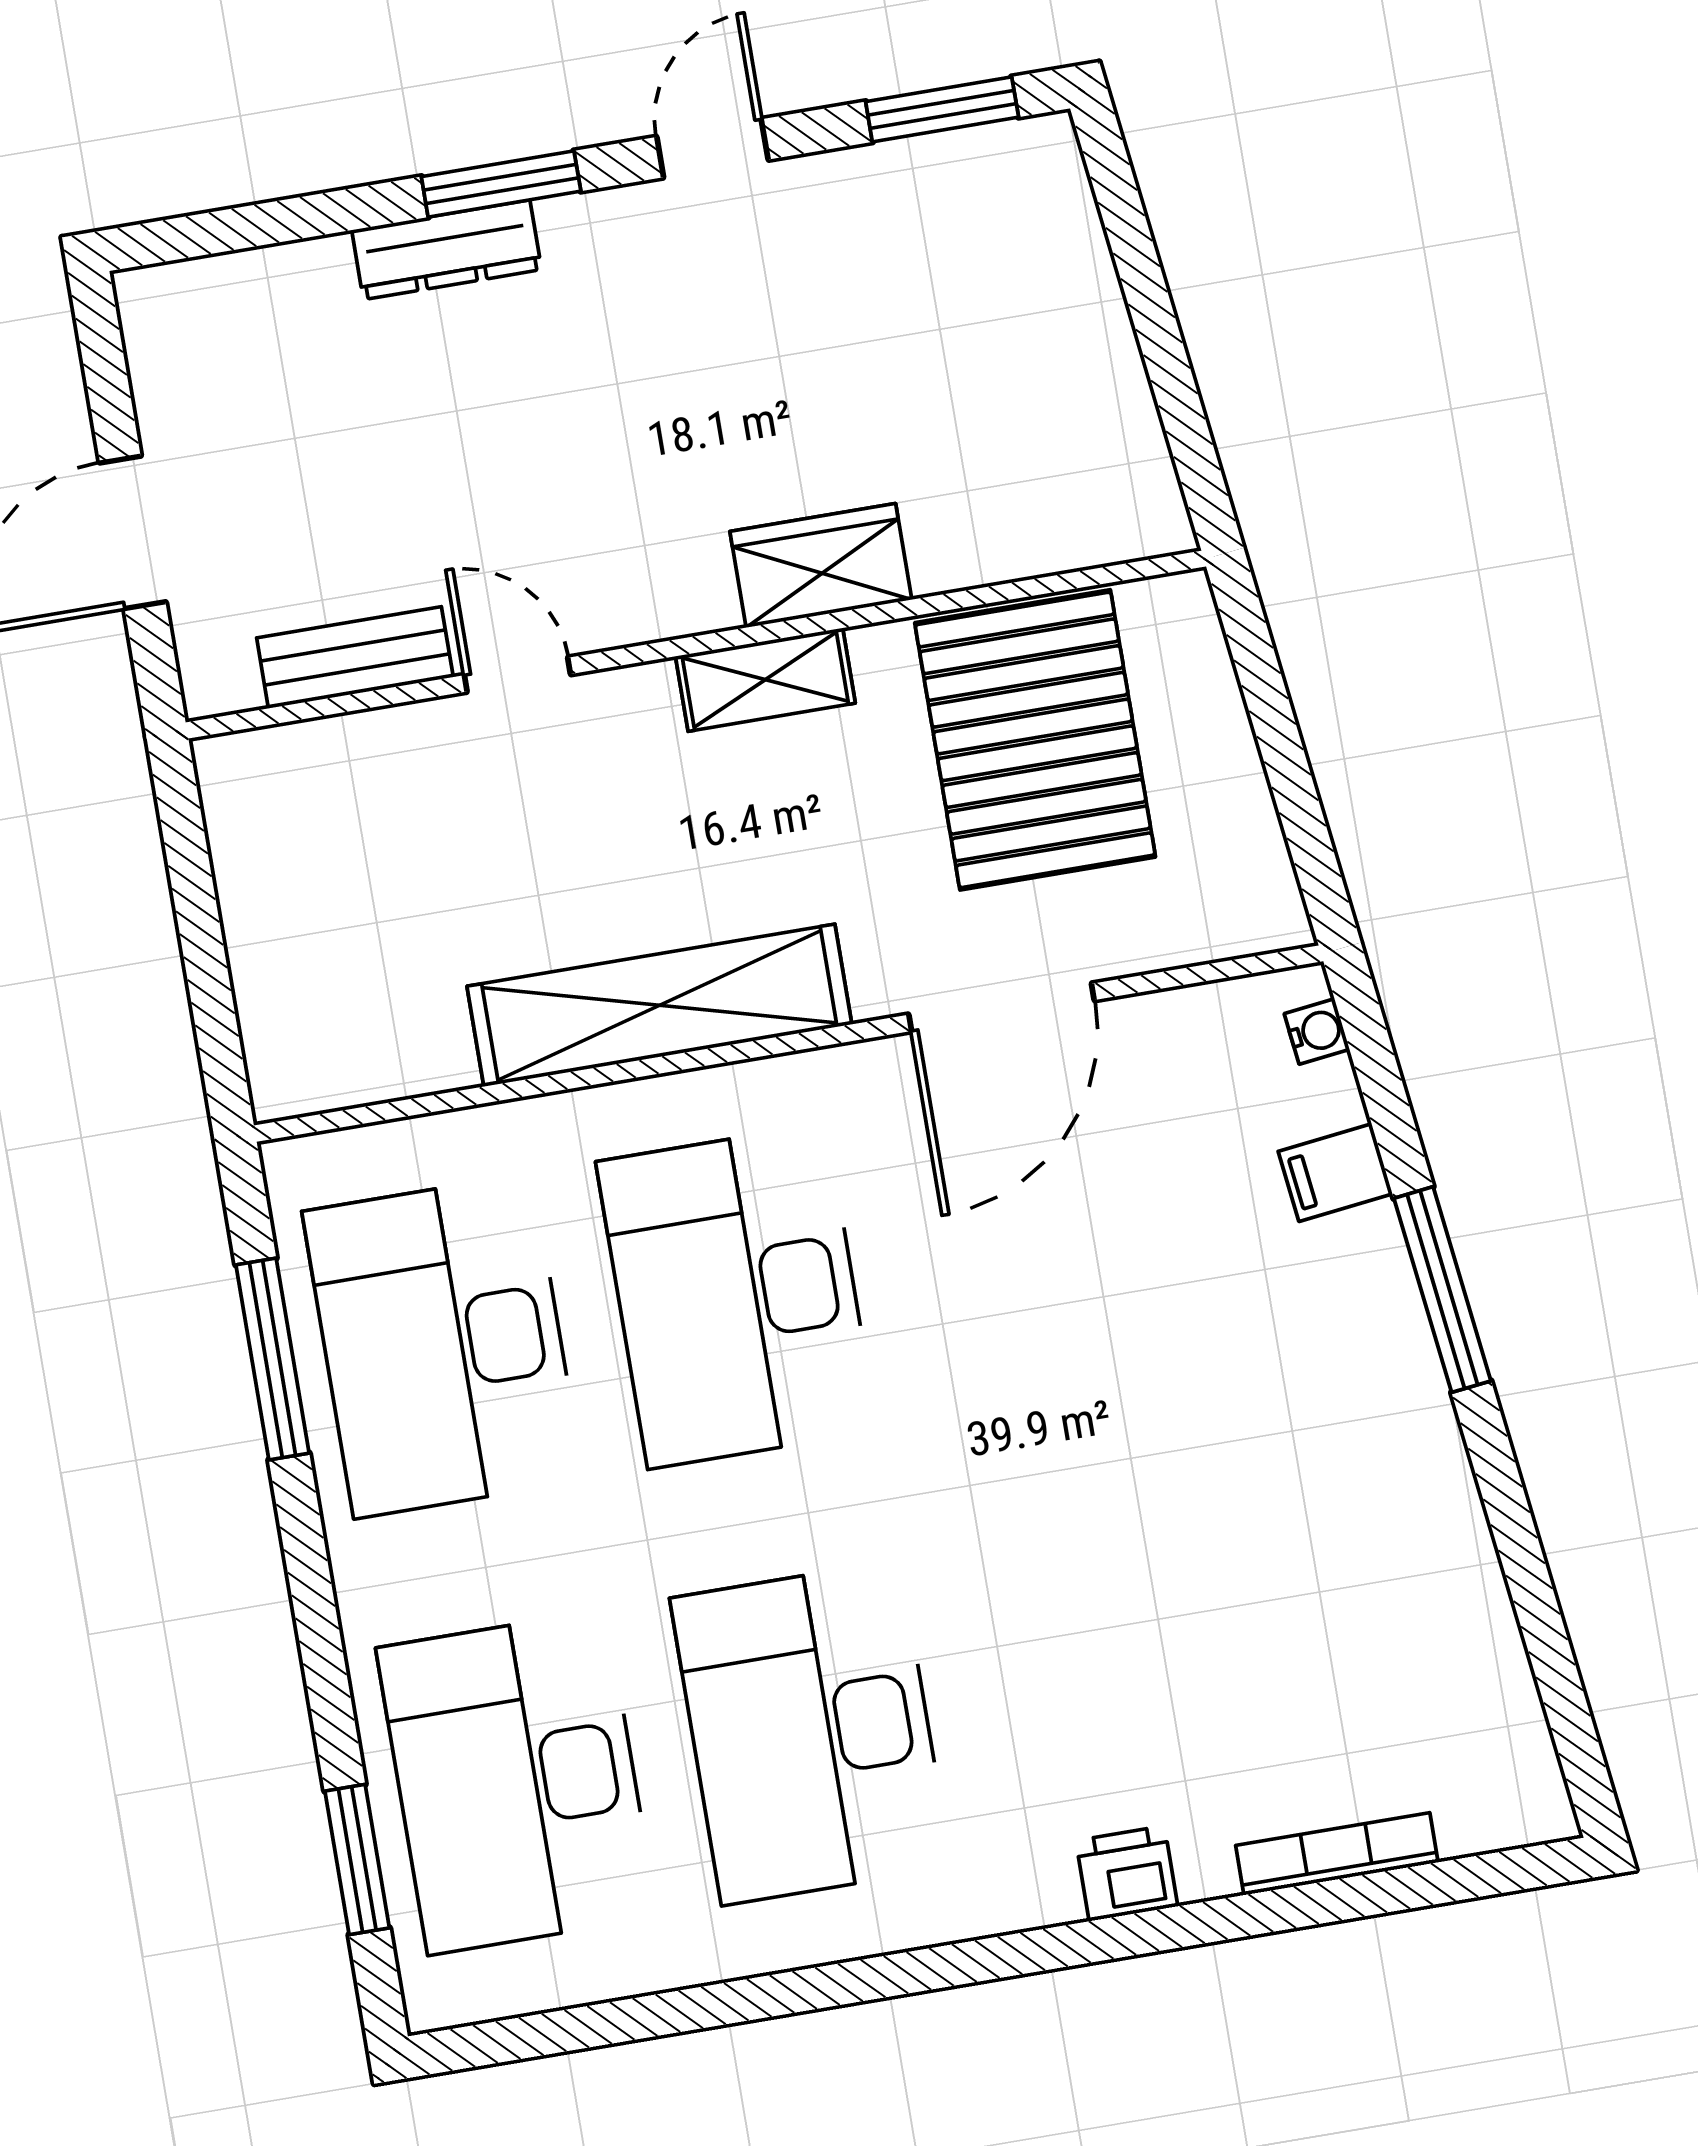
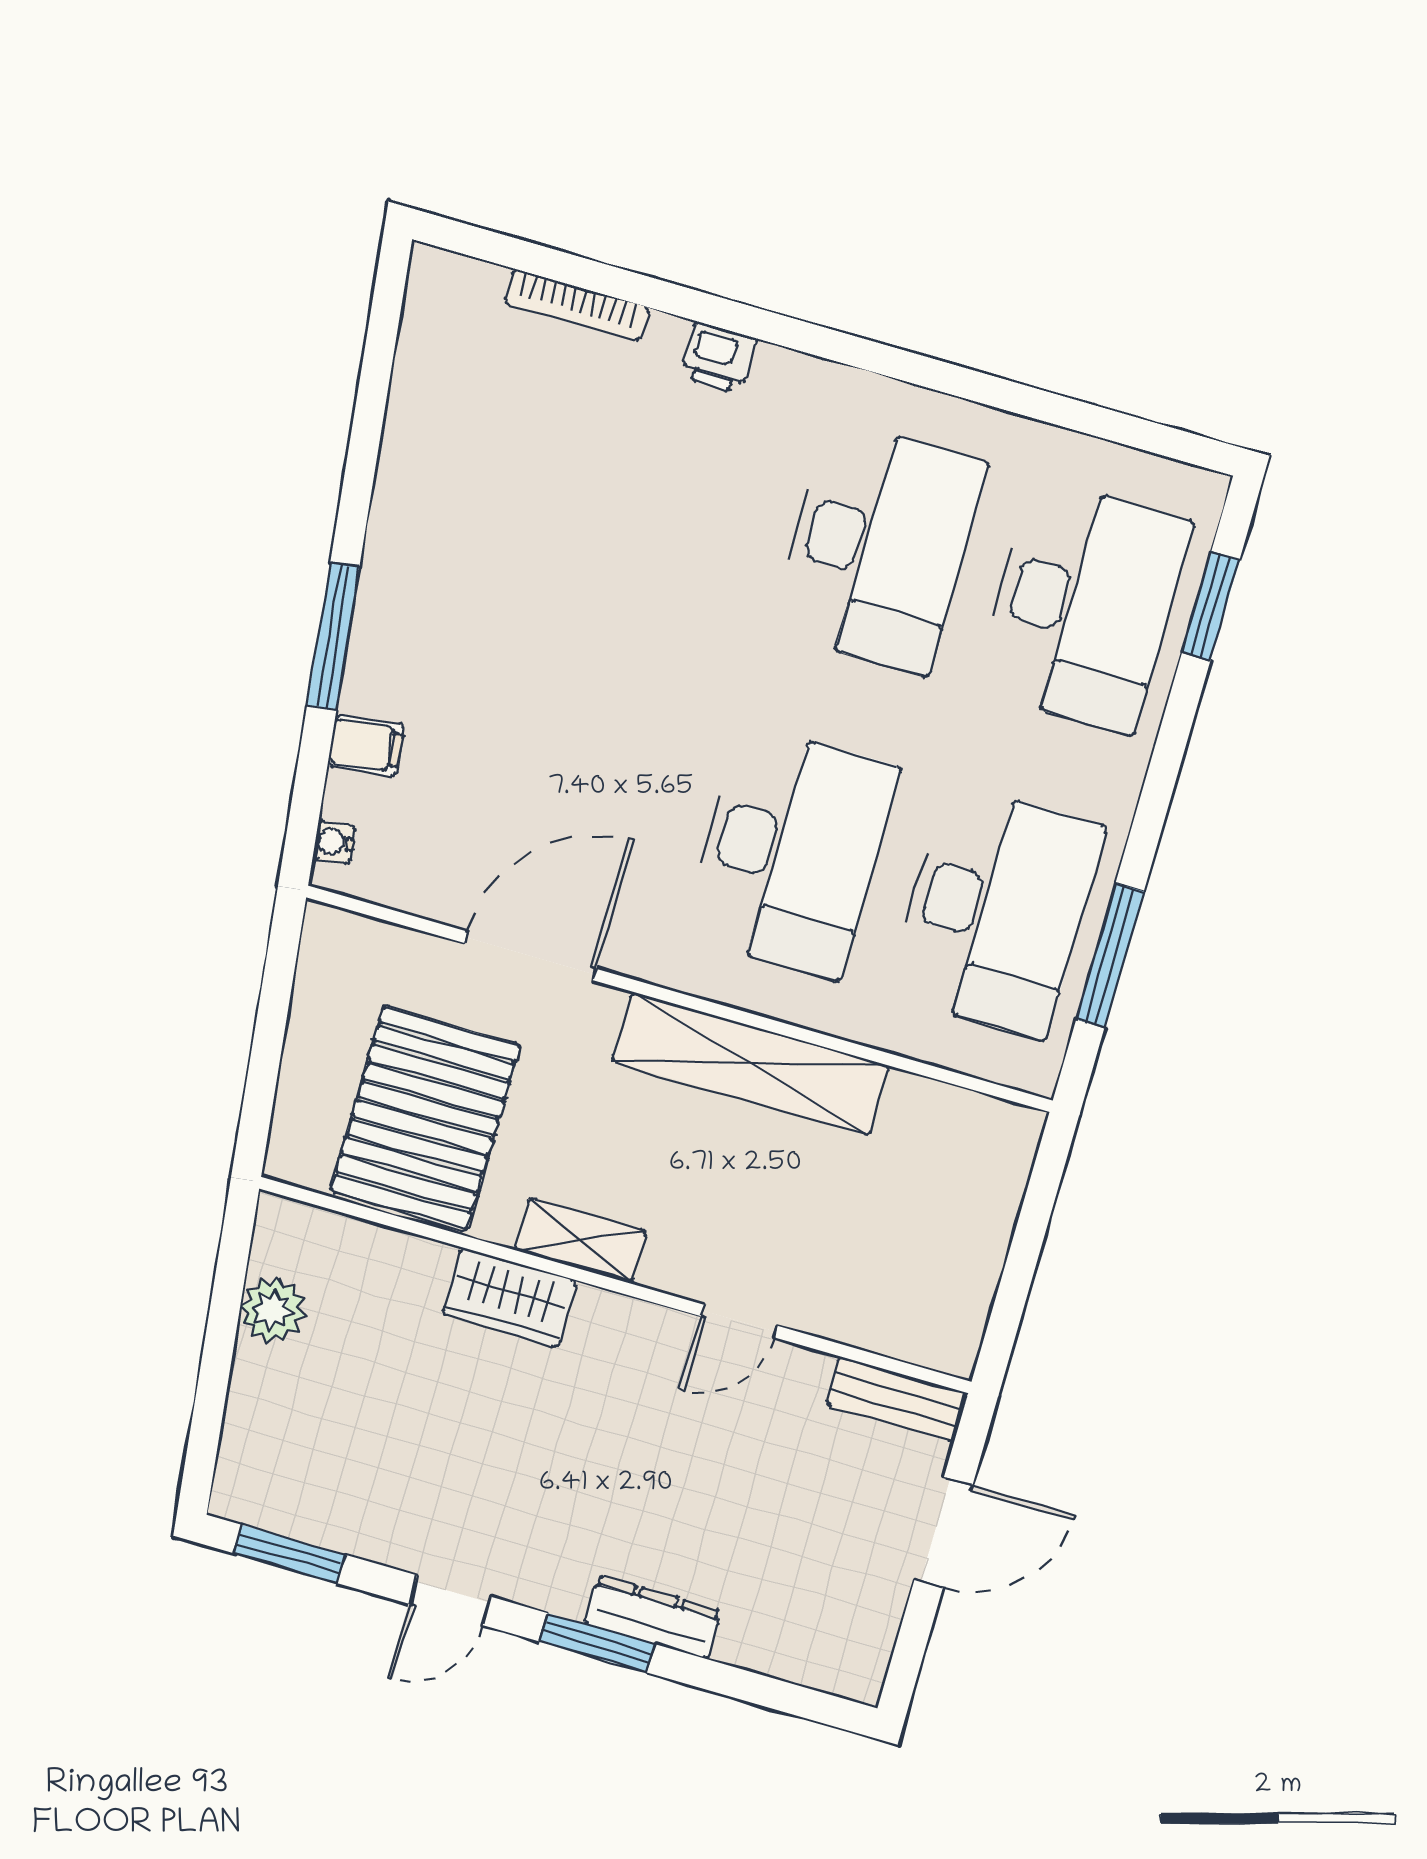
plant: (1111, 406) -> (273, 1310), added
bench: (355, 657) -> (897, 1399), moved
door: (517, 675) -> (739, 1321), hinge flipped

